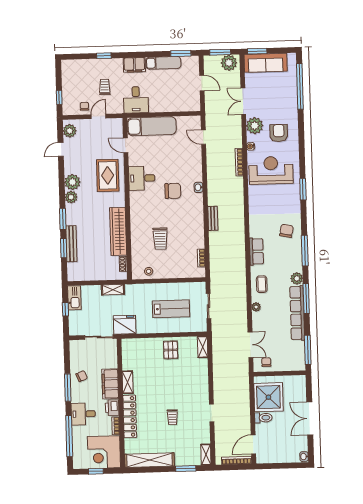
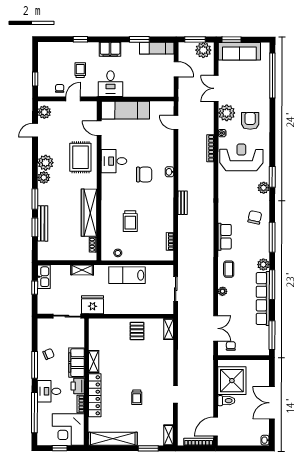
window: (181, 53) -> (139, 39), moved
exam couch: (163, 63) -> (157, 48), moved
plant: (294, 200) -> (264, 188), added
lab bench: (171, 309) -> (127, 275), moved, turned 180

